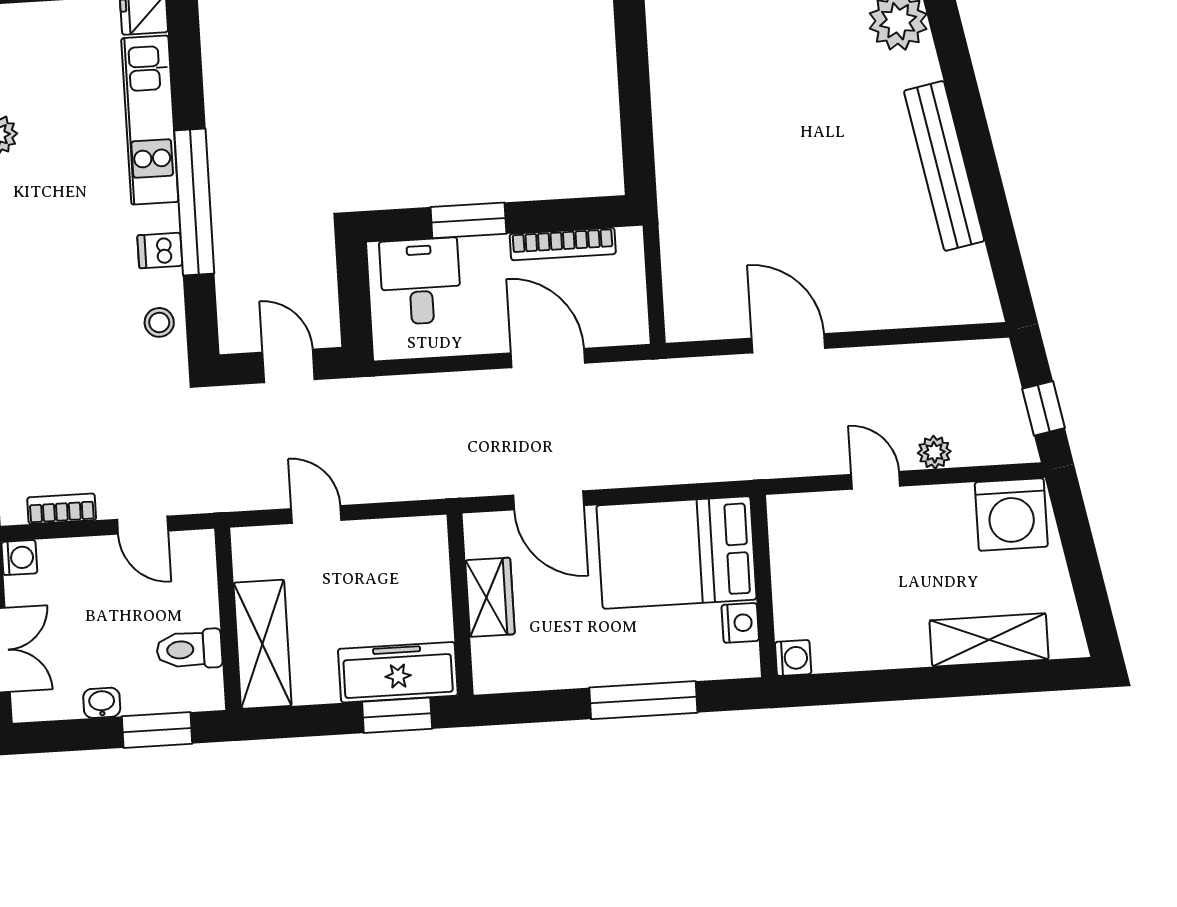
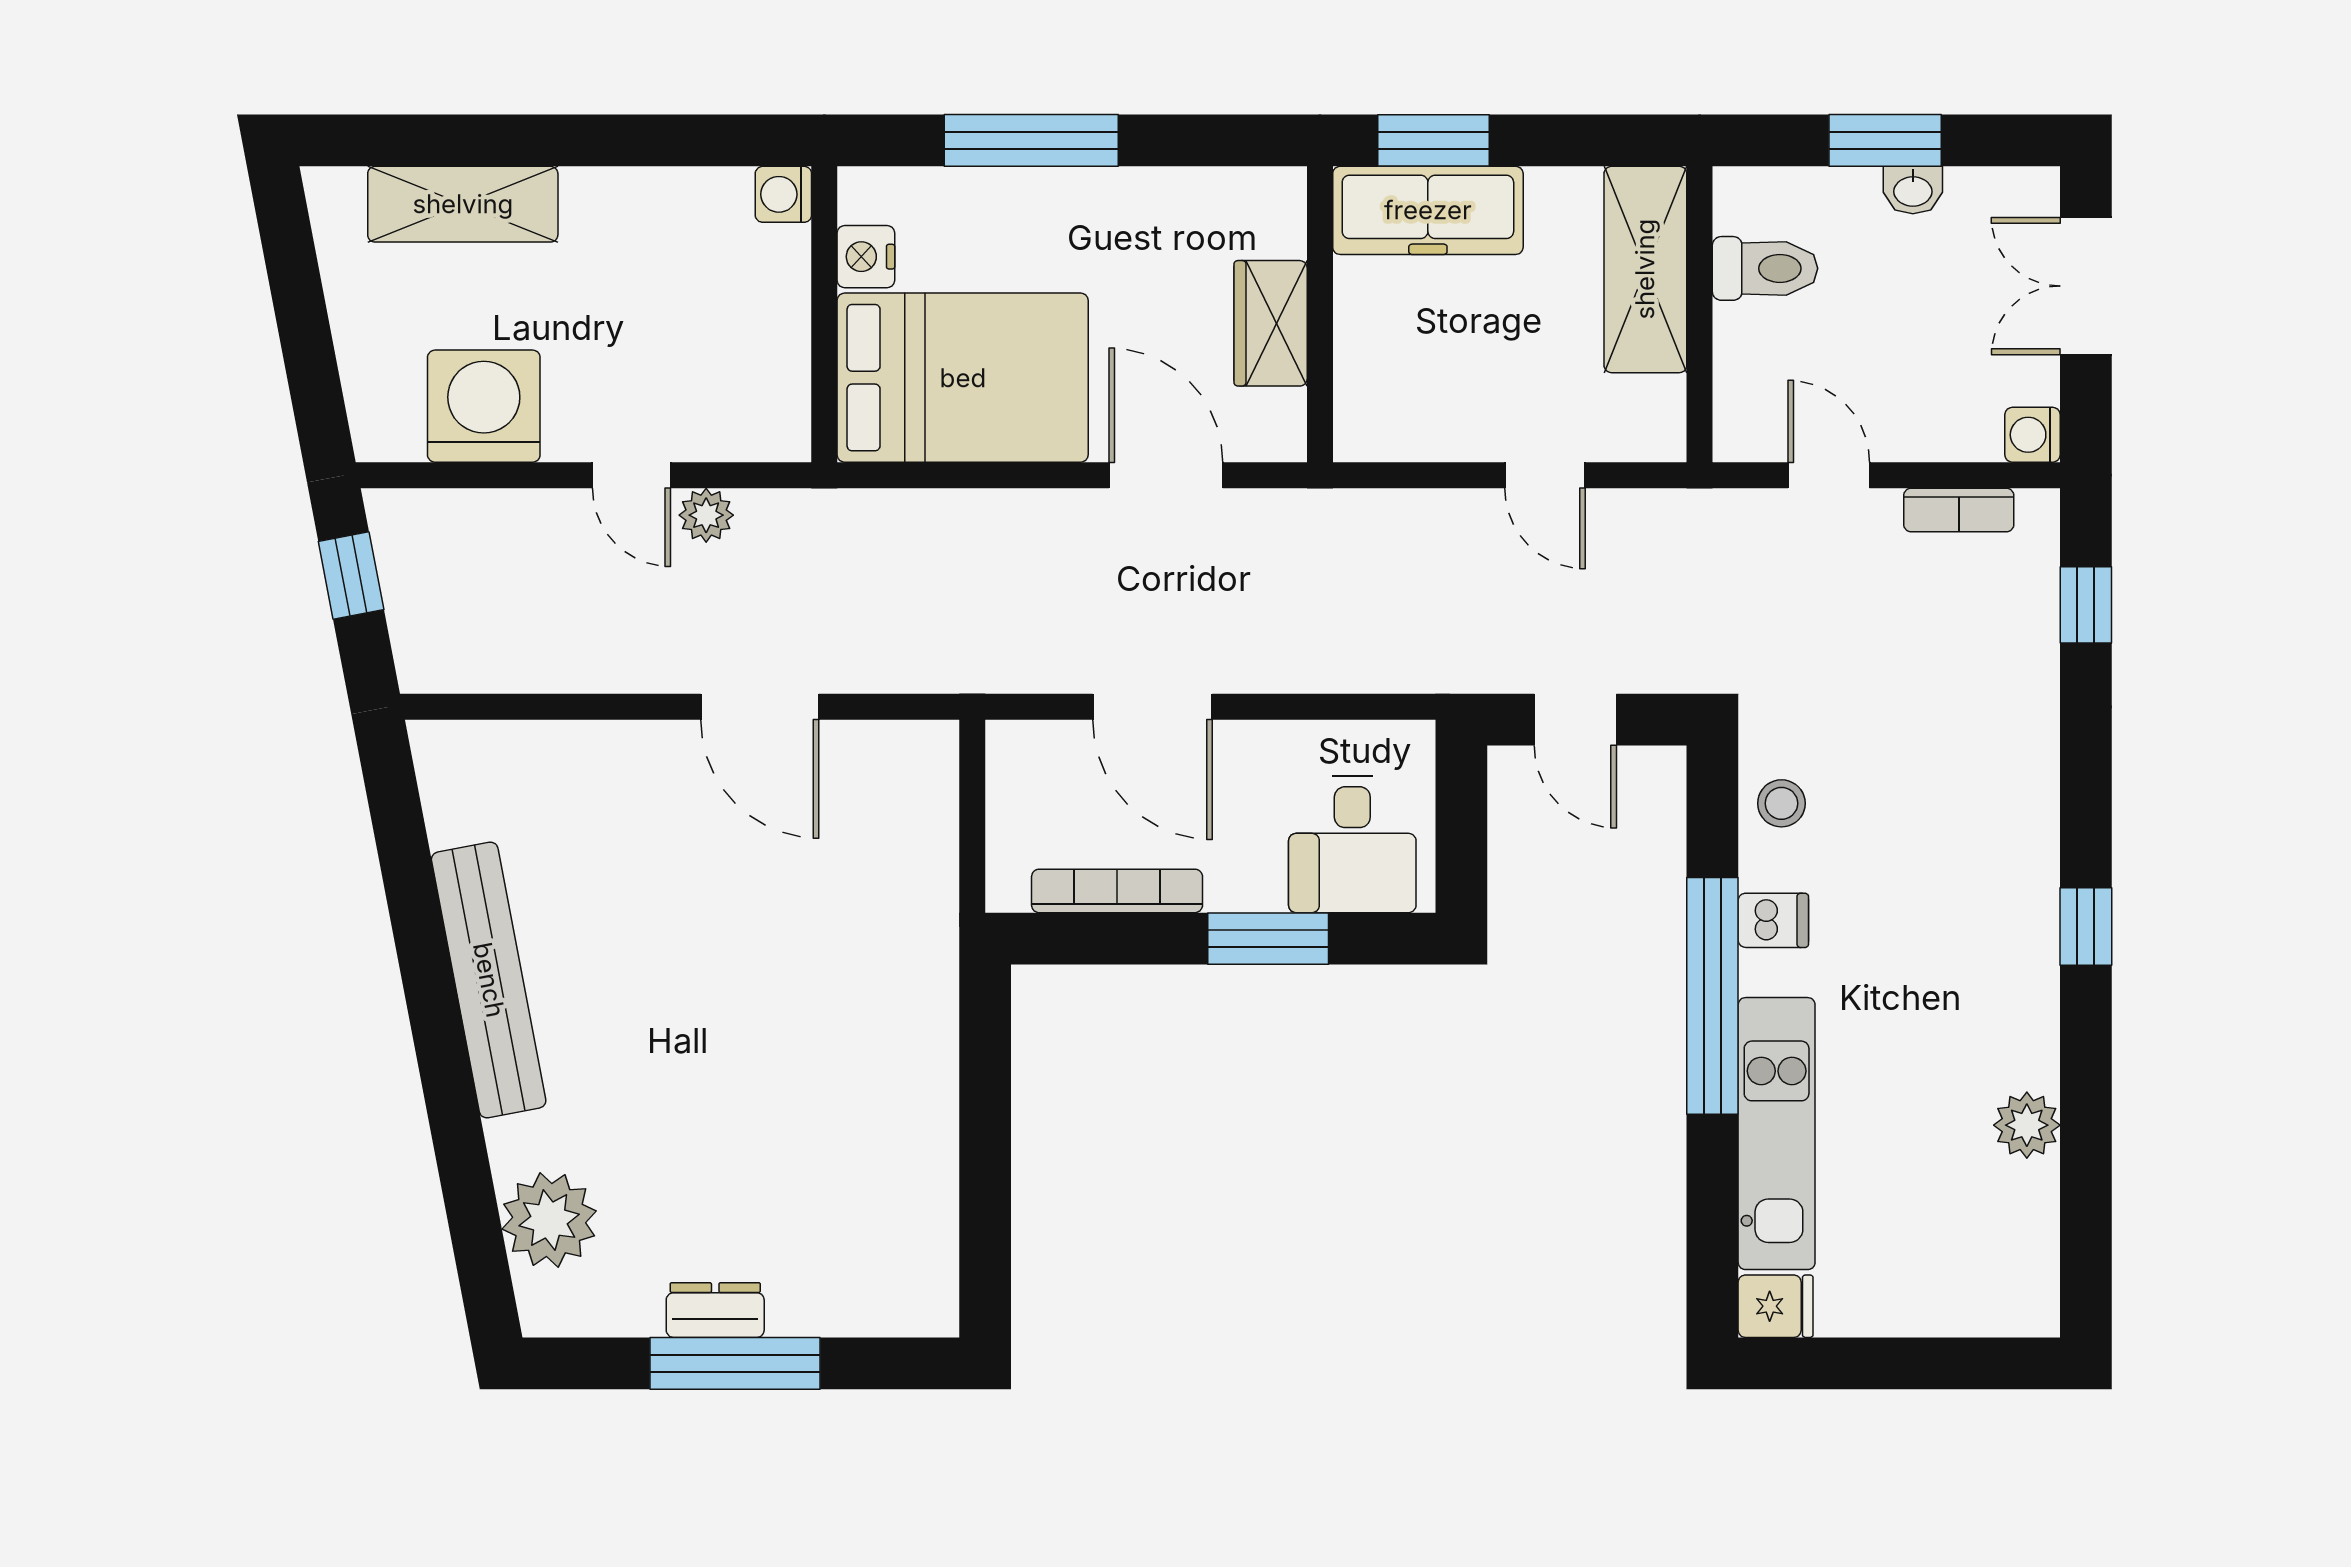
plant: (934, 452) -> (706, 515), moved
washing machine: (1011, 514) -> (484, 406), moved
window: (157, 730) -> (1885, 140), moved

